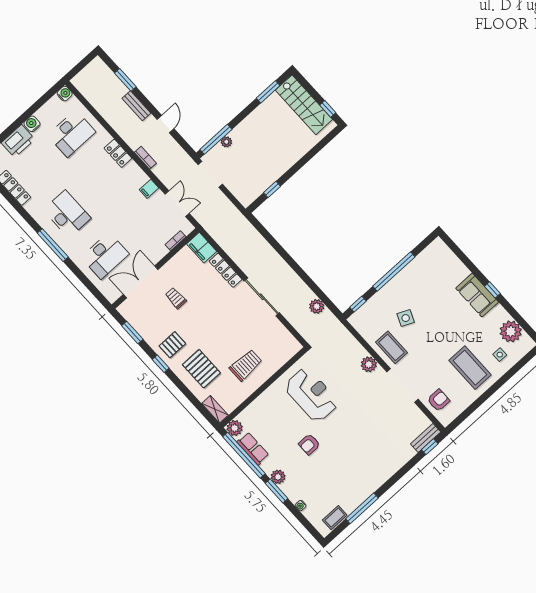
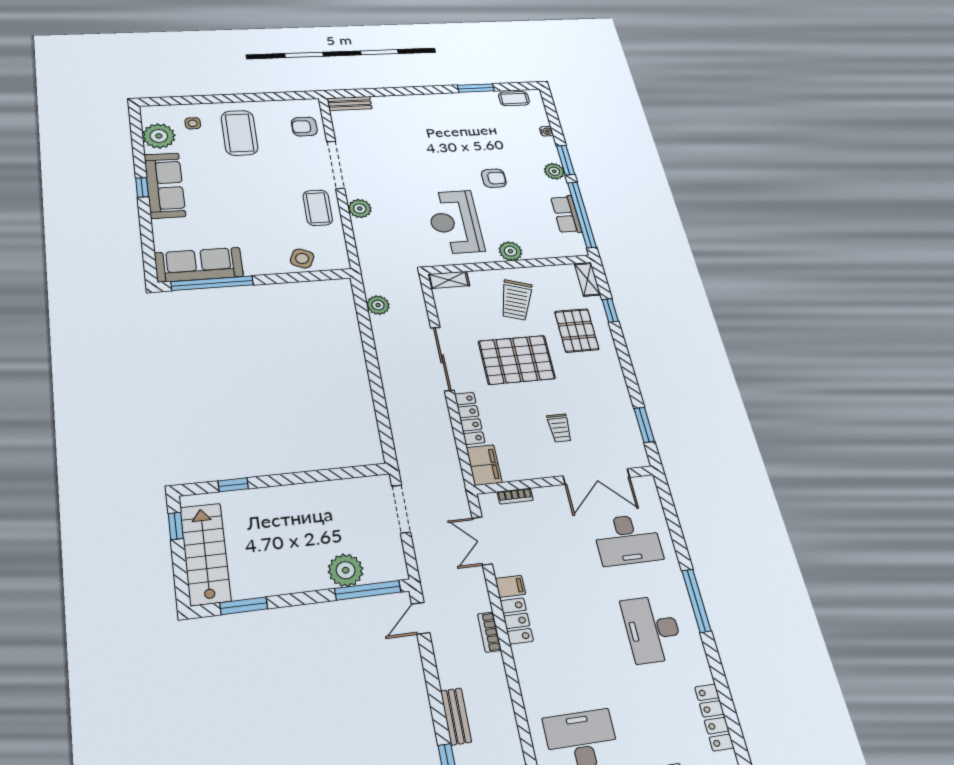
door: (166, 124) -> (421, 618), moved
plant: (226, 142) -> (346, 570), width x1.87, depth x1.87
locker: (118, 153) -> (517, 621), moved
doorway: (210, 174) -> (401, 509), moved
window: (272, 189) -> (233, 485), moved
desk: (105, 256) -> (628, 540), turned 180
sofa: (426, 263) -> (199, 265), added
window: (394, 272) -> (212, 283), moved
sofa: (477, 295) -> (165, 185), width x1.36
window: (358, 304) -> (323, 275), removed
side table: (406, 318) -> (302, 258), moved
pallet: (172, 345) -> (517, 360), moved, width x2.05, depth x2.00
shelving: (290, 351) -> (449, 280), added
window: (161, 364) -> (610, 310), moved
trolley: (246, 365) -> (516, 300), turned -72
plant: (235, 428) -> (510, 251), moved
window: (430, 447) -> (352, 93), removed
window: (362, 508) -> (476, 88), width x0.69

